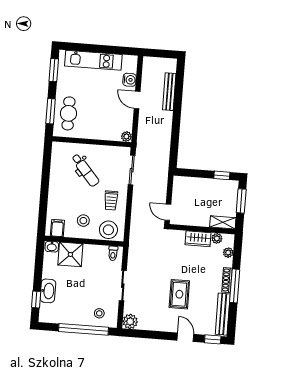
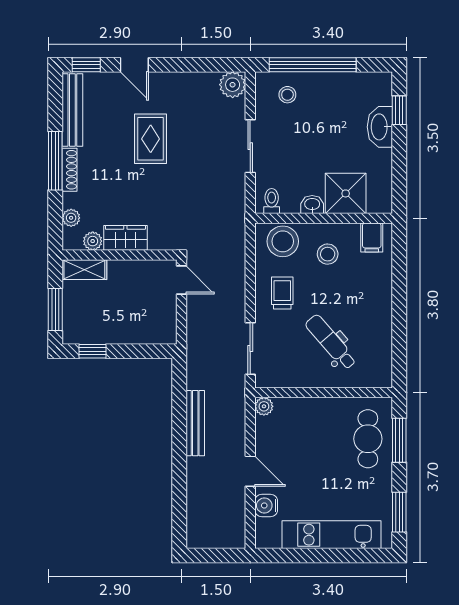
bench: (169, 92) -> (195, 423), moved
washbasin: (52, 247) -> (312, 205), moved

